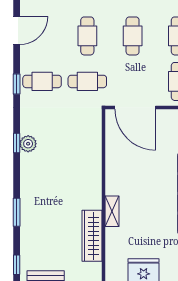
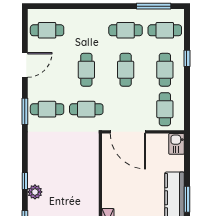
window: (17, 84) -> (25, 111), width x1.50
window: (17, 143) -> (25, 181), moved
plant: (28, 144) -> (35, 192), moved

